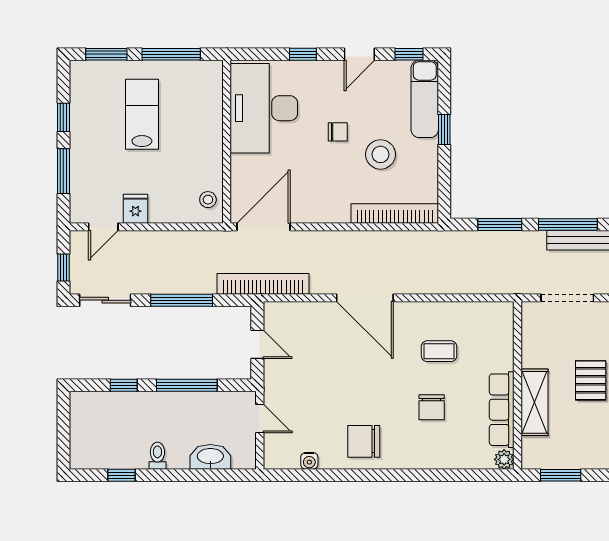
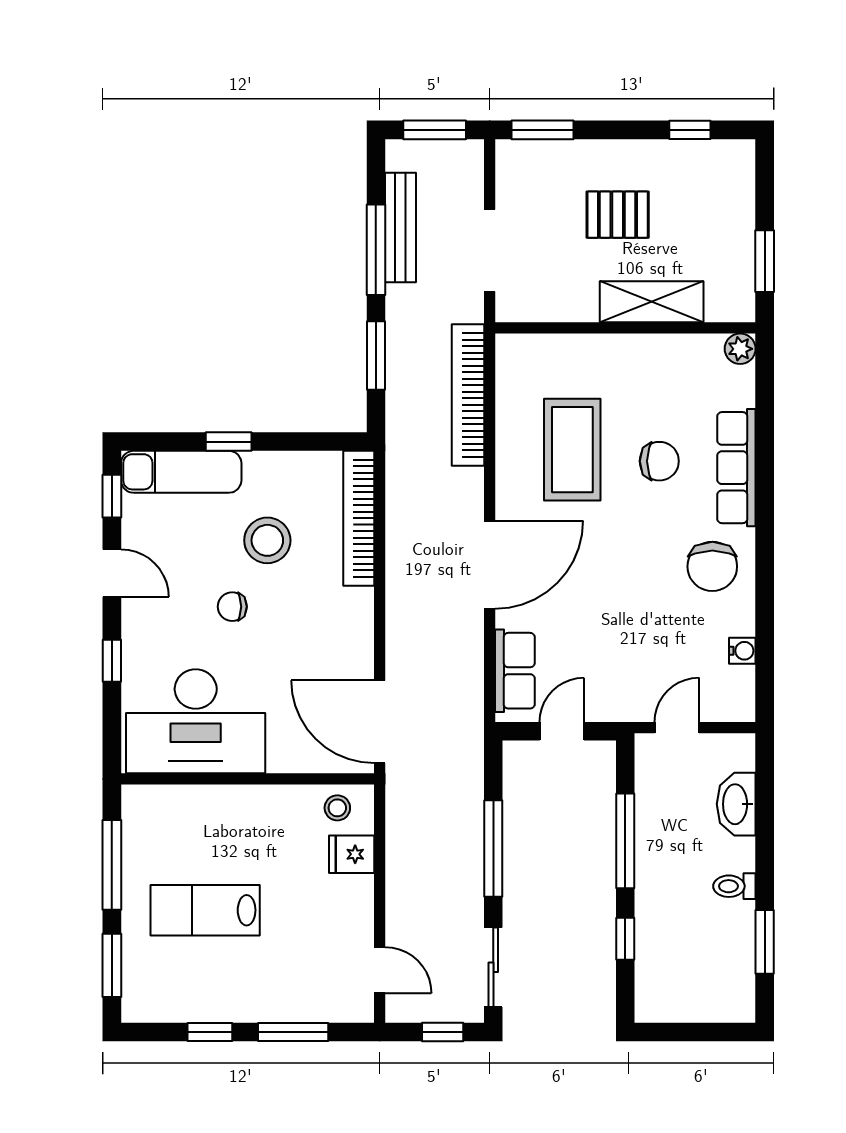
chair: (338, 132) -> (232, 607), turned -90
fridge: (135, 209) -> (352, 854), moved
bookcase: (263, 284) -> (468, 395), moved
row of seats: (296, 314) -> (515, 671), added
coffee table: (439, 351) -> (572, 450), width x1.86, depth x1.72
row of seats: (502, 410) -> (736, 468), moved, turned 90
window: (122, 475) -> (765, 942), width x1.50

